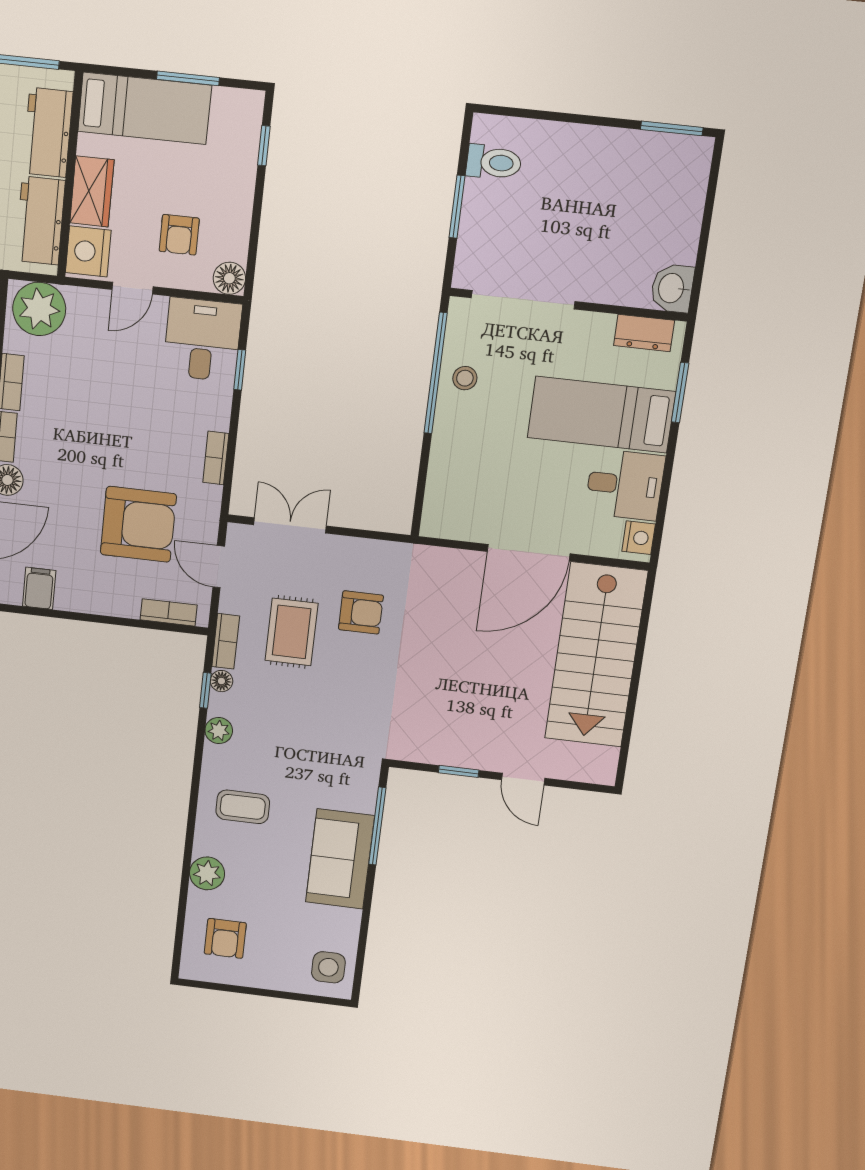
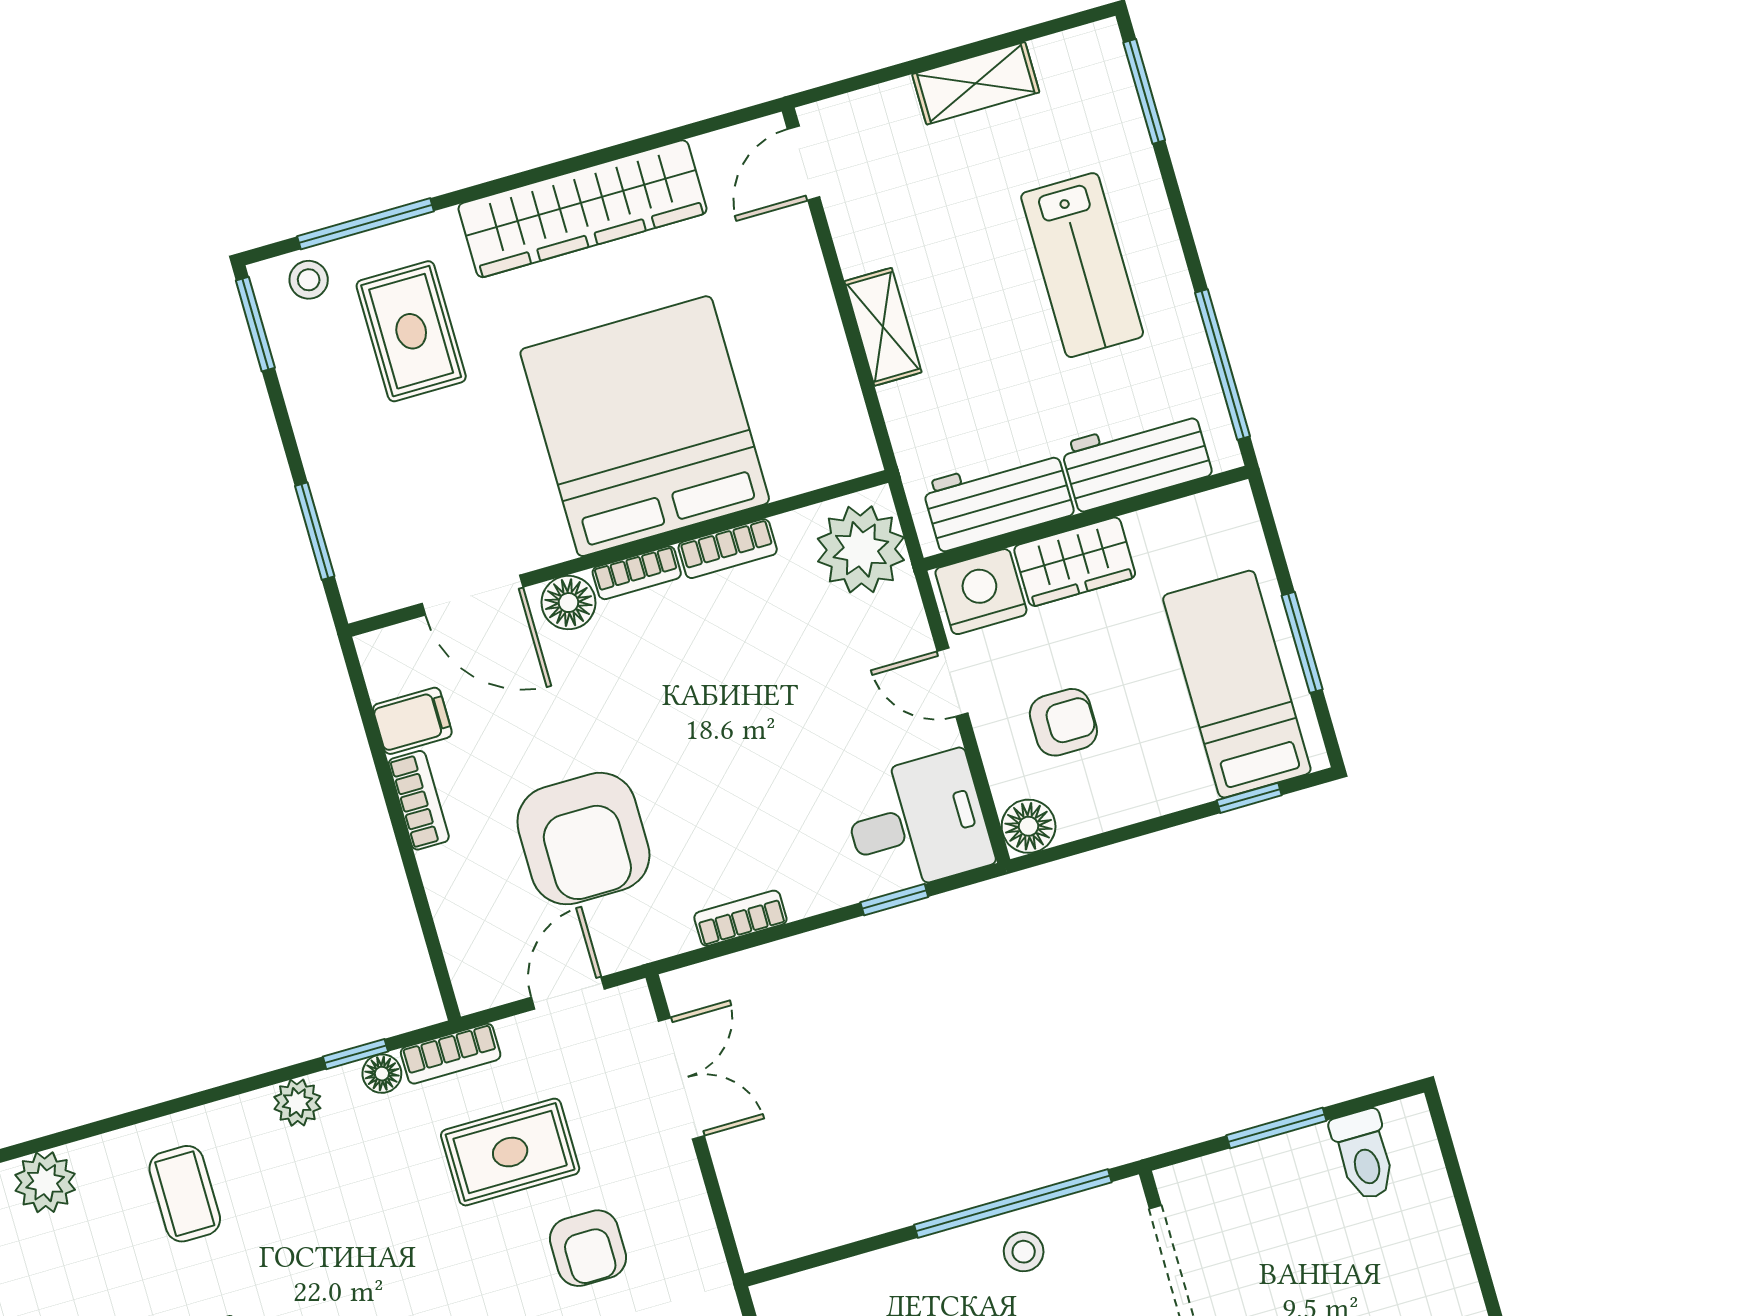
bed: (144, 108) -> (1237, 684), moved, turned 180
armchair: (179, 235) -> (1063, 722), turned 180
bookcase: (169, 612) -> (419, 800), moved

